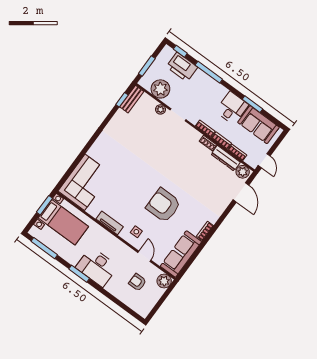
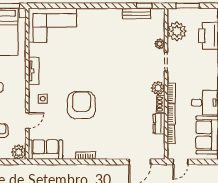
bench: (132, 99) -> (136, 14), moved
dresser: (226, 158) -> (159, 124), width x0.70
plant: (243, 172) -> (158, 88), moved
sofa: (181, 254) -> (45, 150), width x0.73

